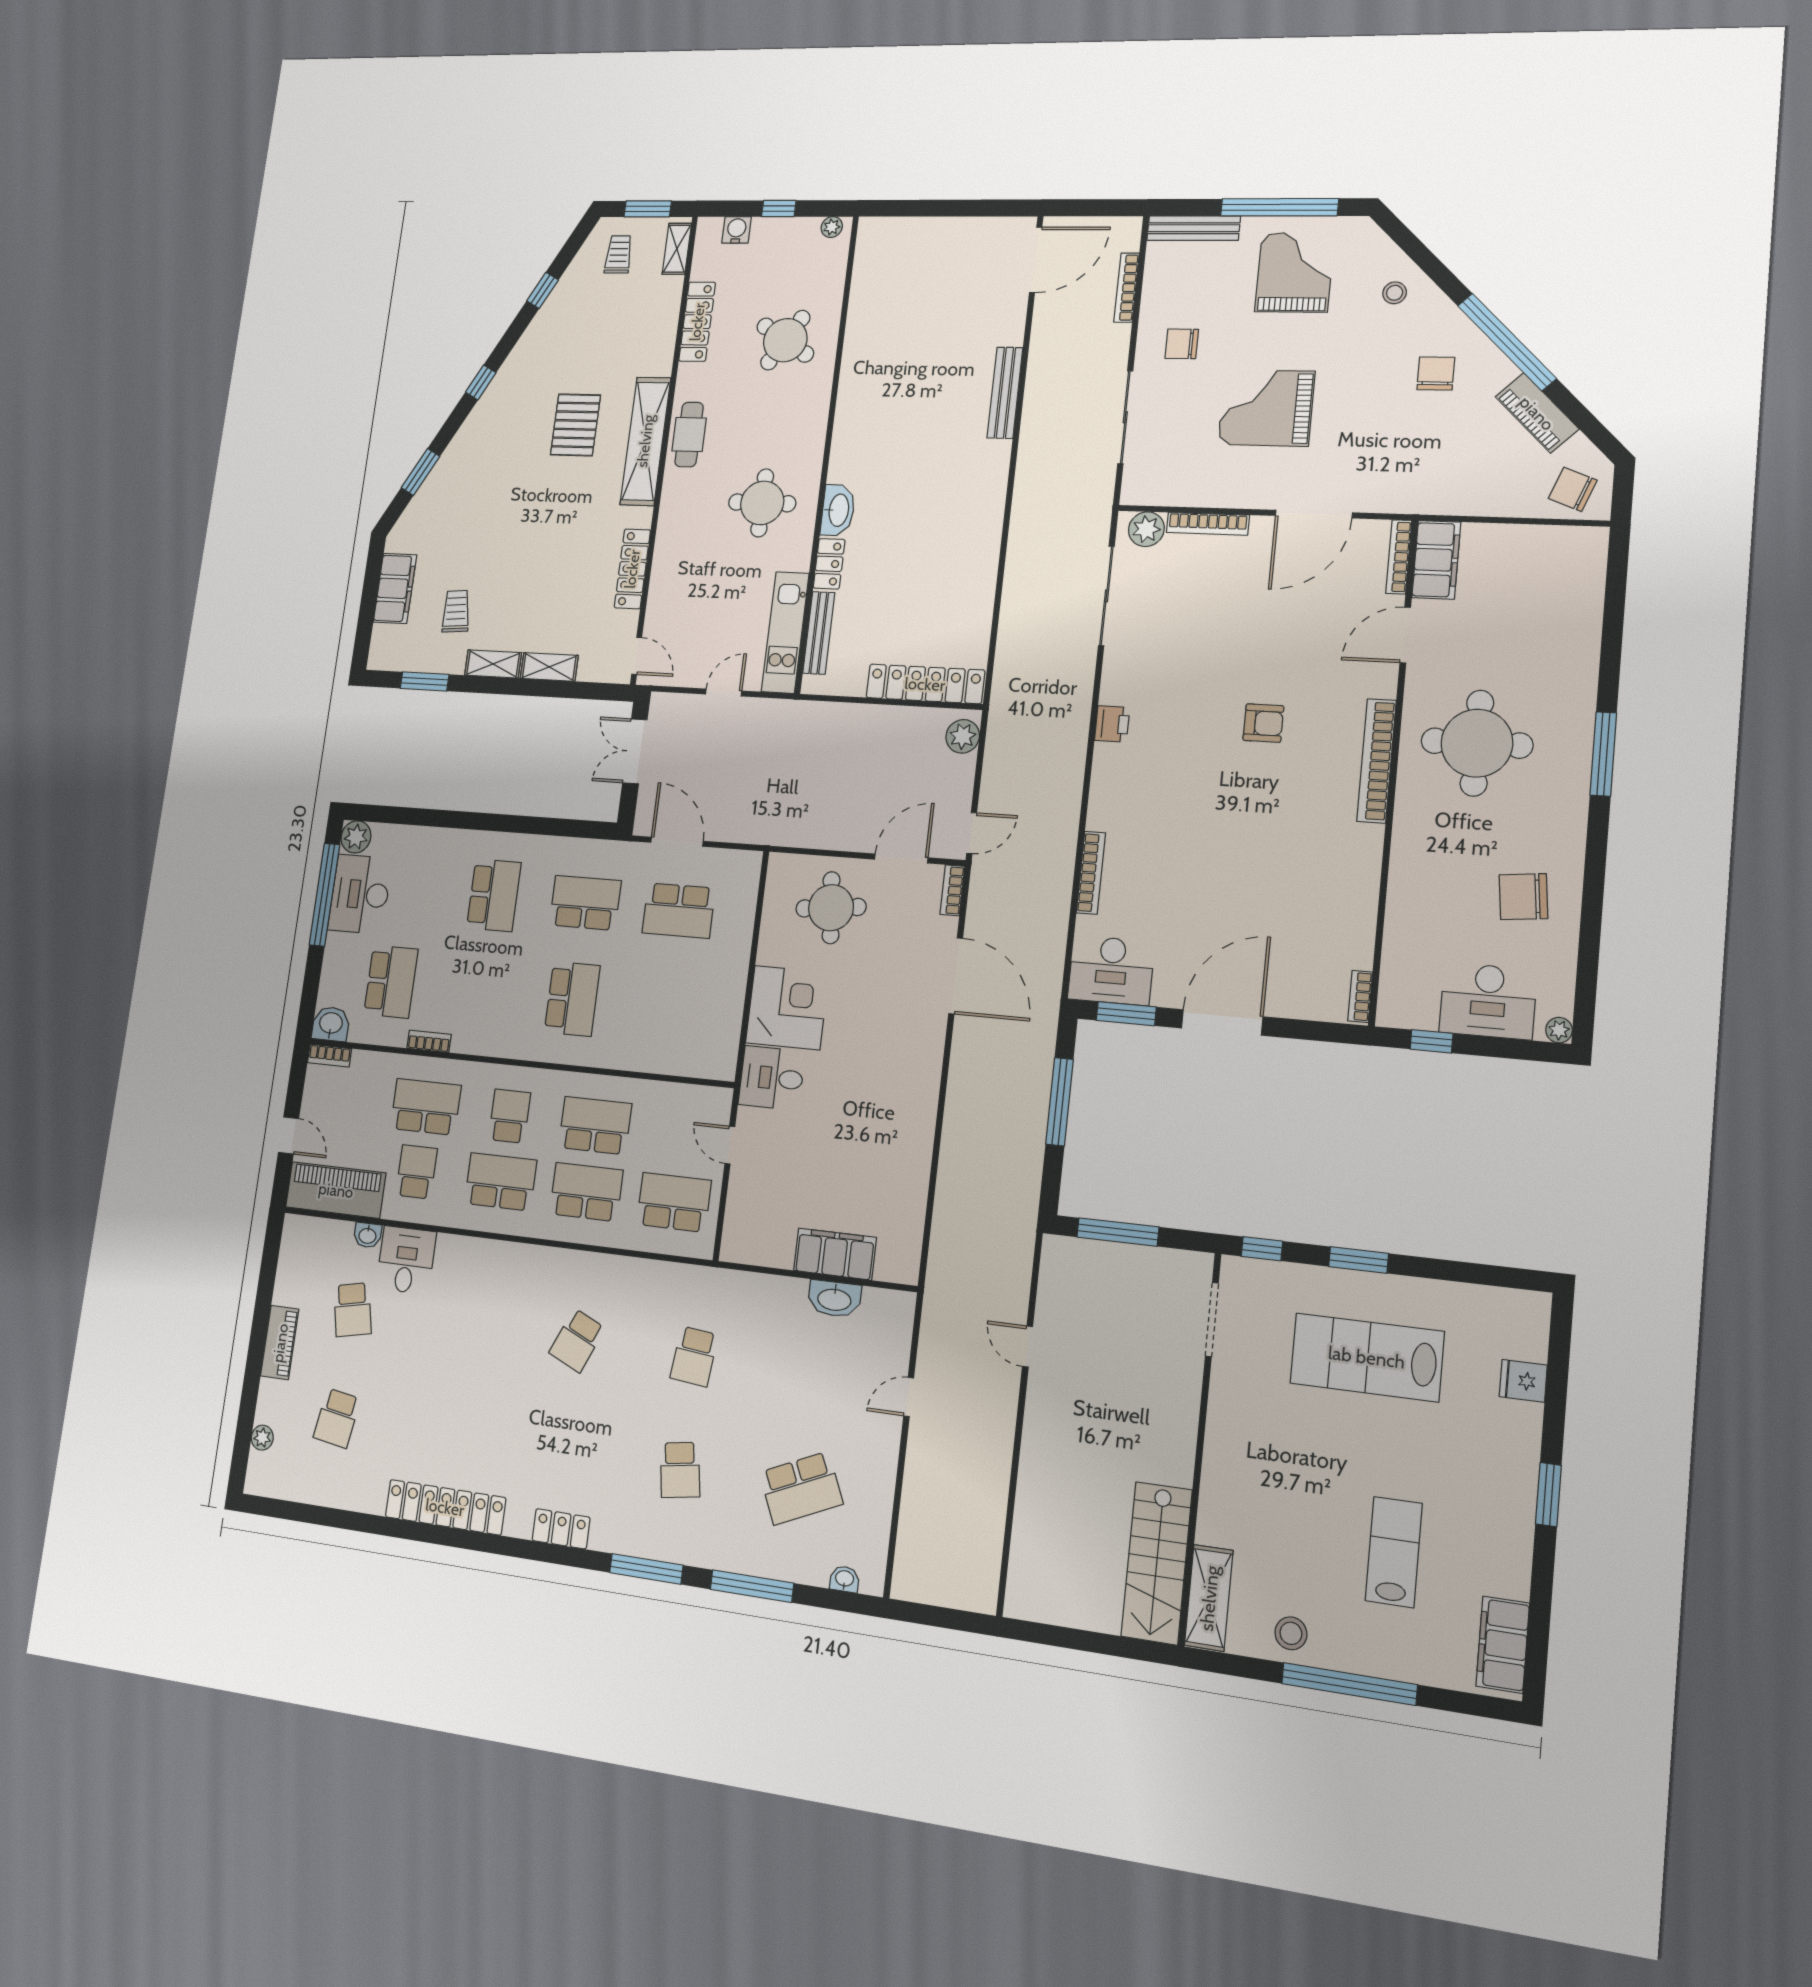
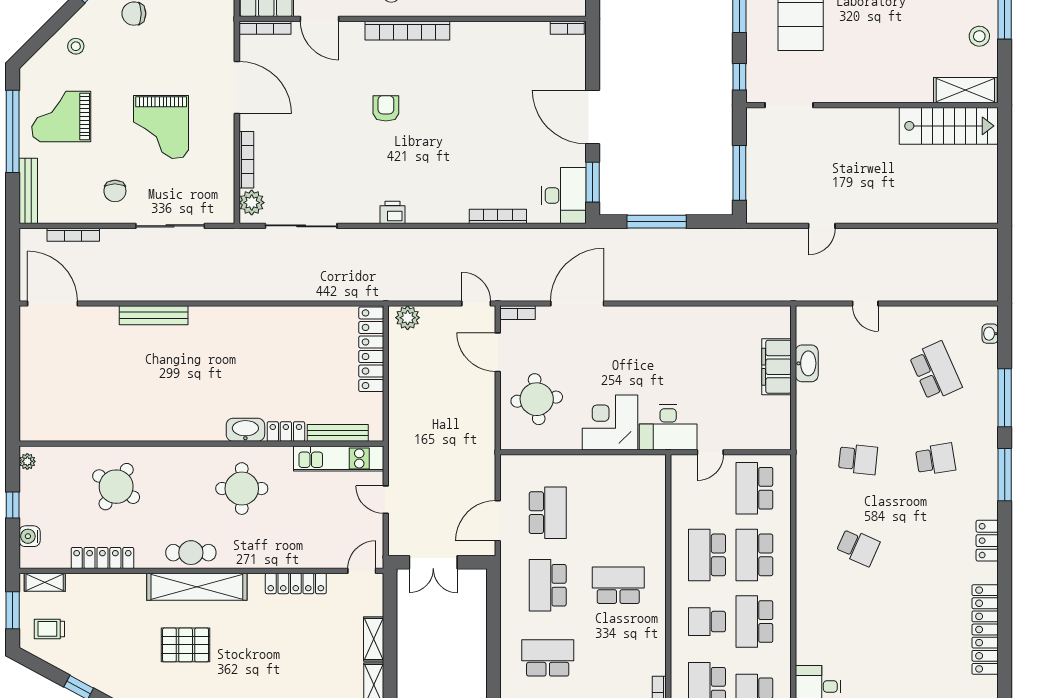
desk: (772, 1078) -> (668, 428), width x1.37

